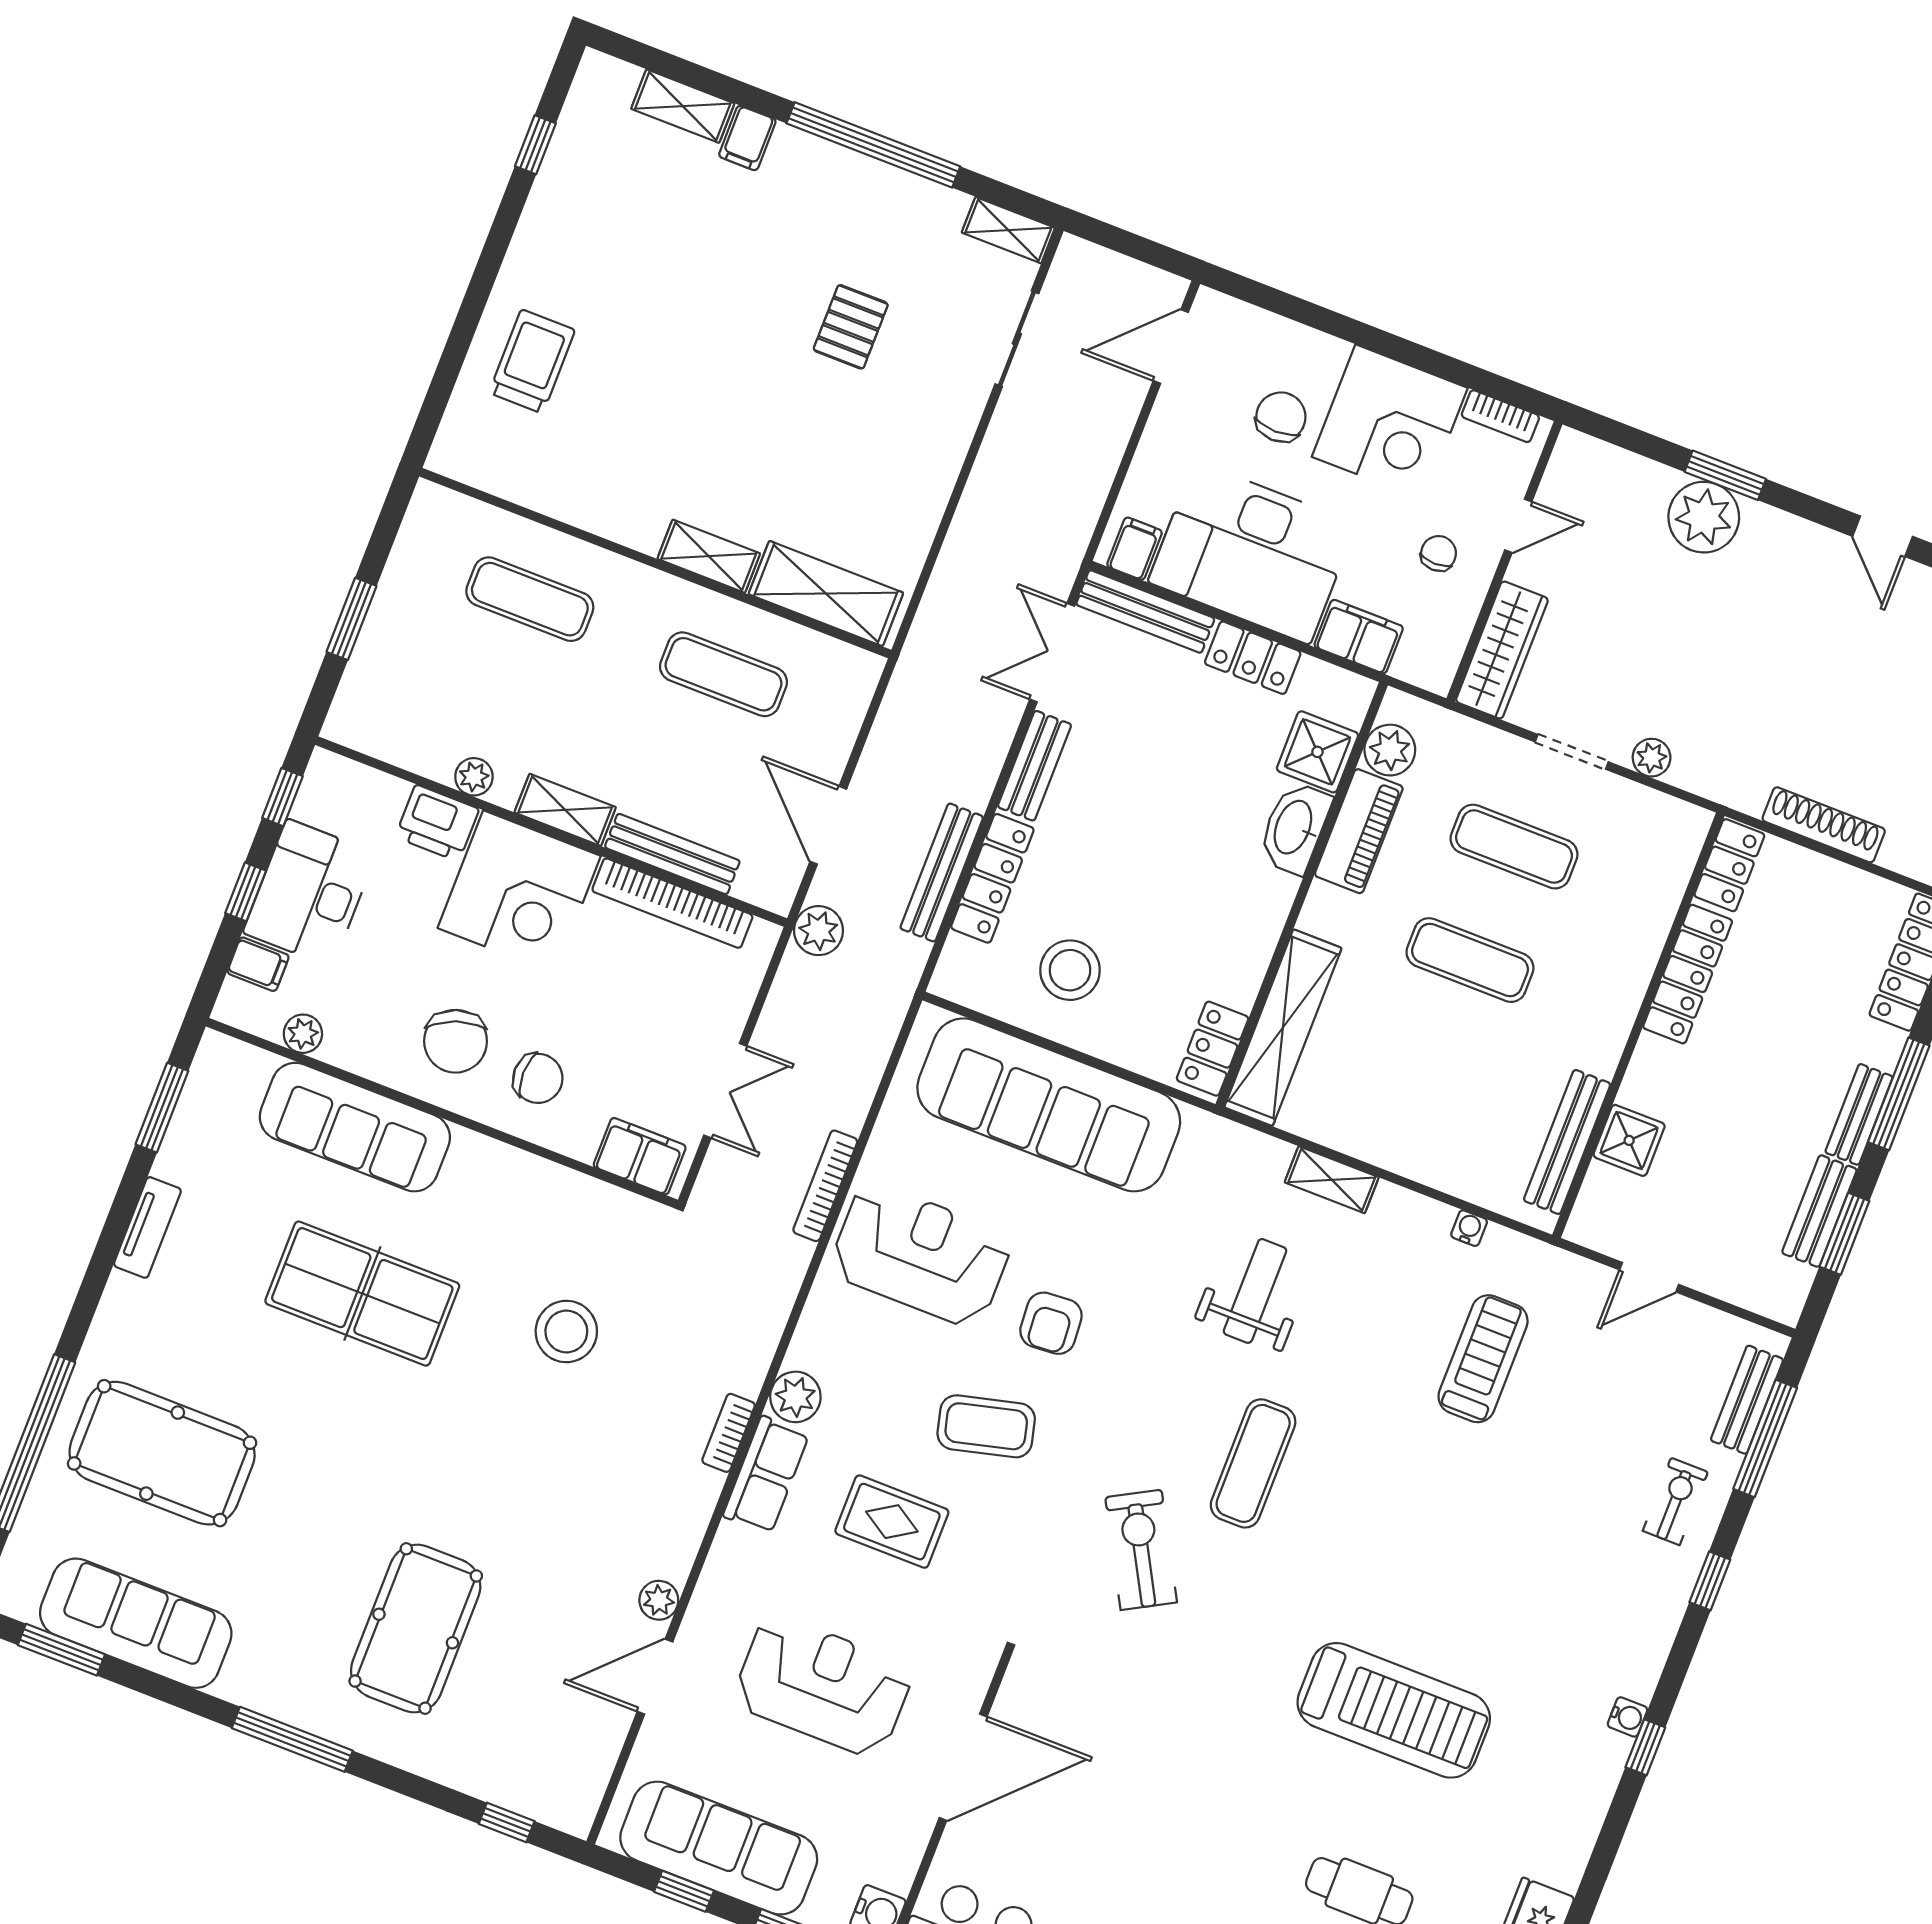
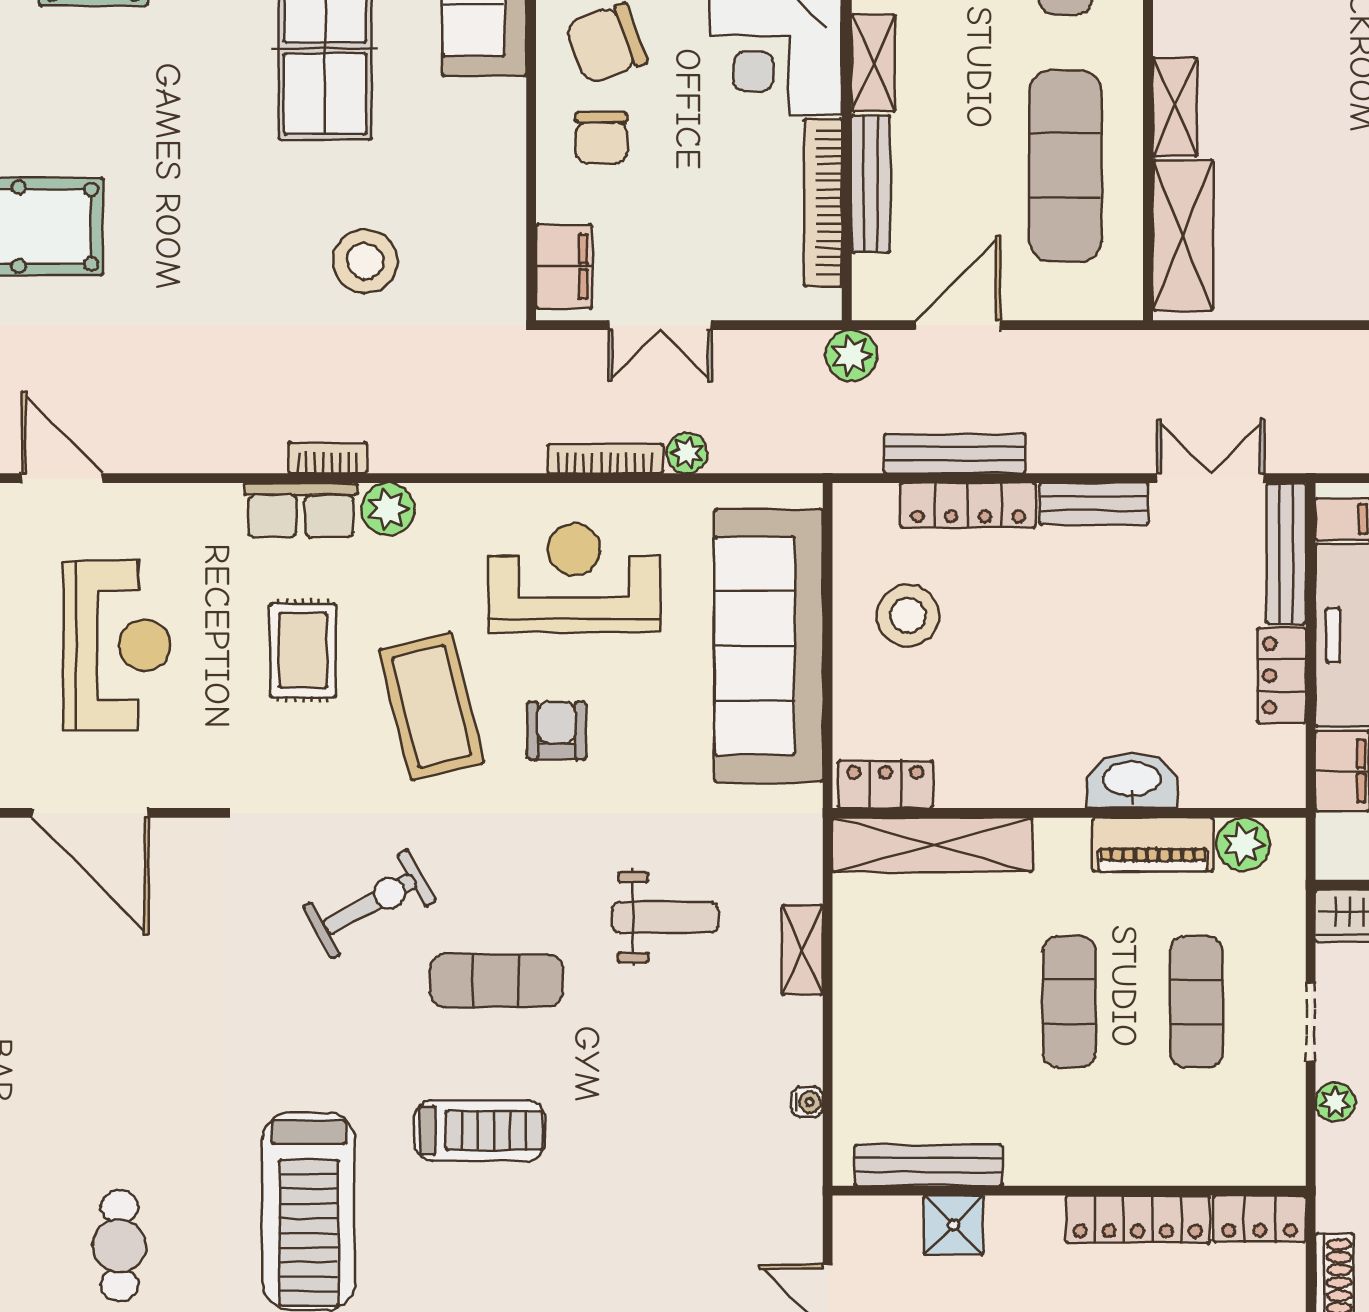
exercise mat: (723, 674) -> (1065, 166), width x1.36, depth x1.45
shower: (1317, 752) -> (1214, 774), removed
reception desk: (921, 1255) -> (574, 578), turned -90
armchair: (1051, 1323) -> (557, 731), turned 94
treadmill: (1483, 1359) -> (480, 1130), moved
coffee table: (986, 1426) -> (432, 706), width x1.36, depth x1.32
plant: (659, 1600) -> (687, 453), moved

